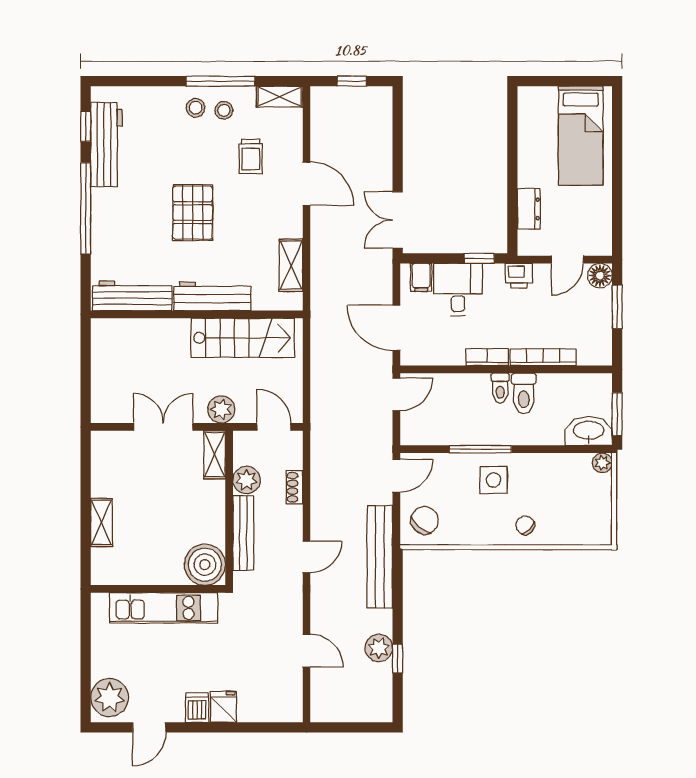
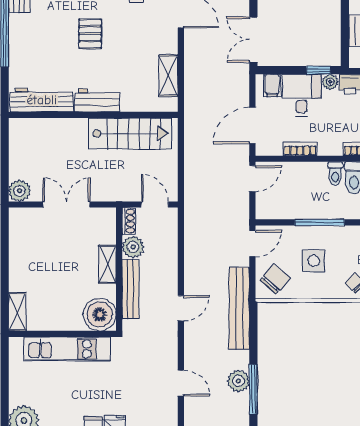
pallet: (193, 213) -> (90, 34), width x0.67, depth x0.71
plant: (494, 273) -> (330, 82), added
workbench: (212, 296) -> (97, 100), width x0.73
door: (396, 328) -> (252, 126), hinge flipped
bookcase: (487, 357) -> (300, 149), moved
plant: (221, 409) -> (19, 191), moved
shelving: (215, 455) -> (107, 264), moved
side table: (493, 480) -> (314, 261), moved
shoe rack: (295, 487) -> (129, 221), moved, turned 180
shelving: (101, 522) -> (17, 312), moved
window: (398, 658) -> (253, 389), width x2.17

